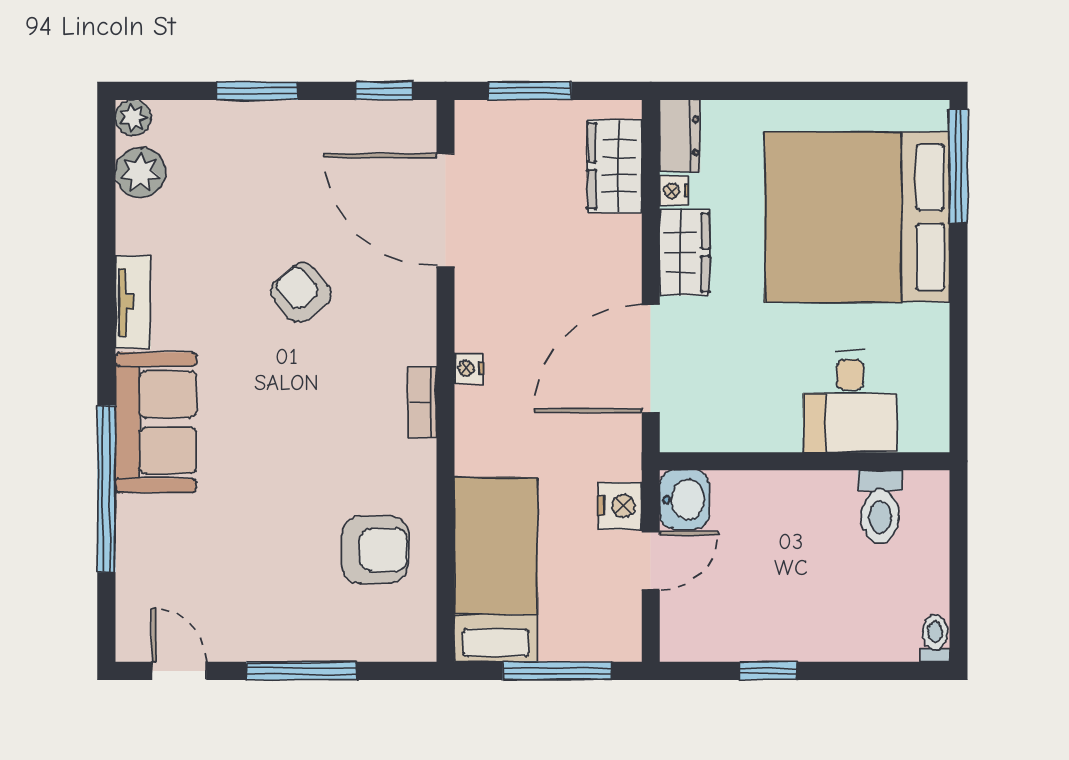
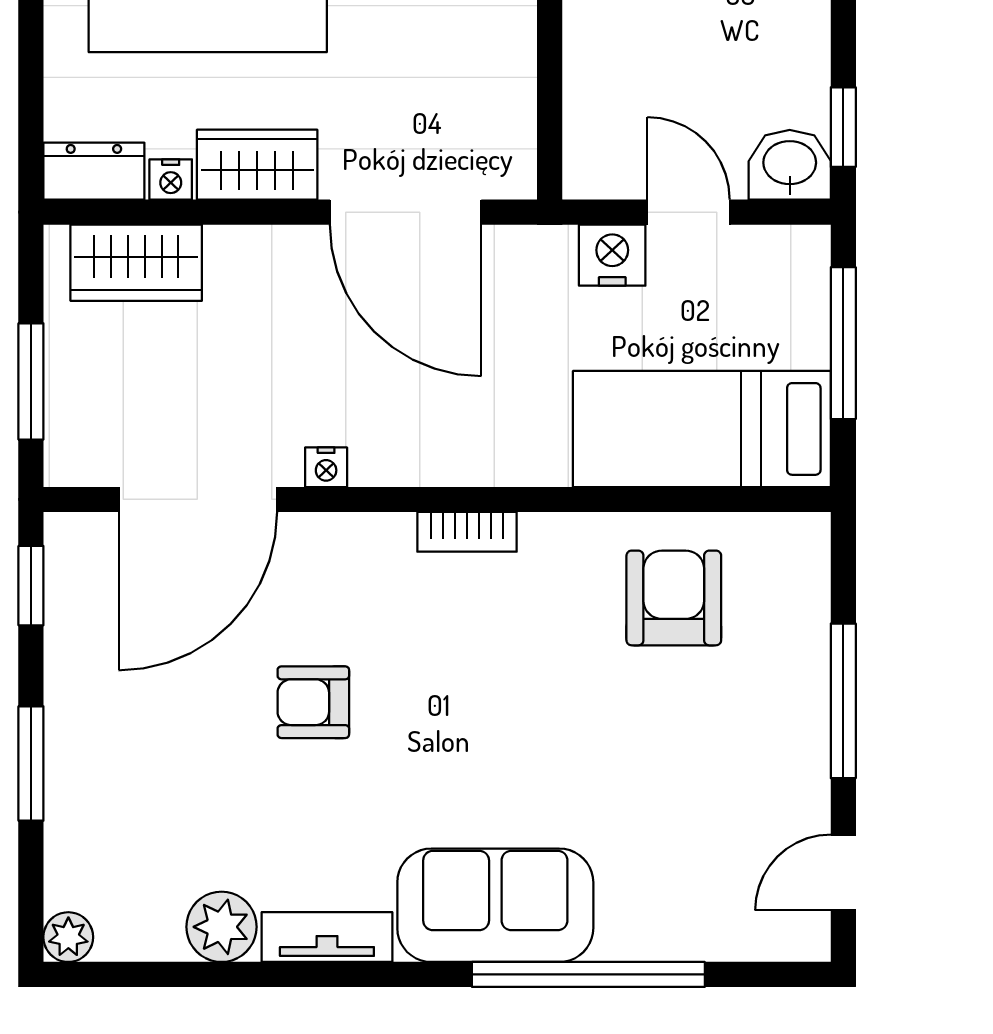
plant: (140, 172) -> (222, 927), moved
armchair: (301, 293) -> (313, 702), turned 40
nightstand: (469, 368) -> (326, 467), moved
washbasin: (684, 500) -> (790, 165), moved
window: (768, 671) -> (843, 127), moved

